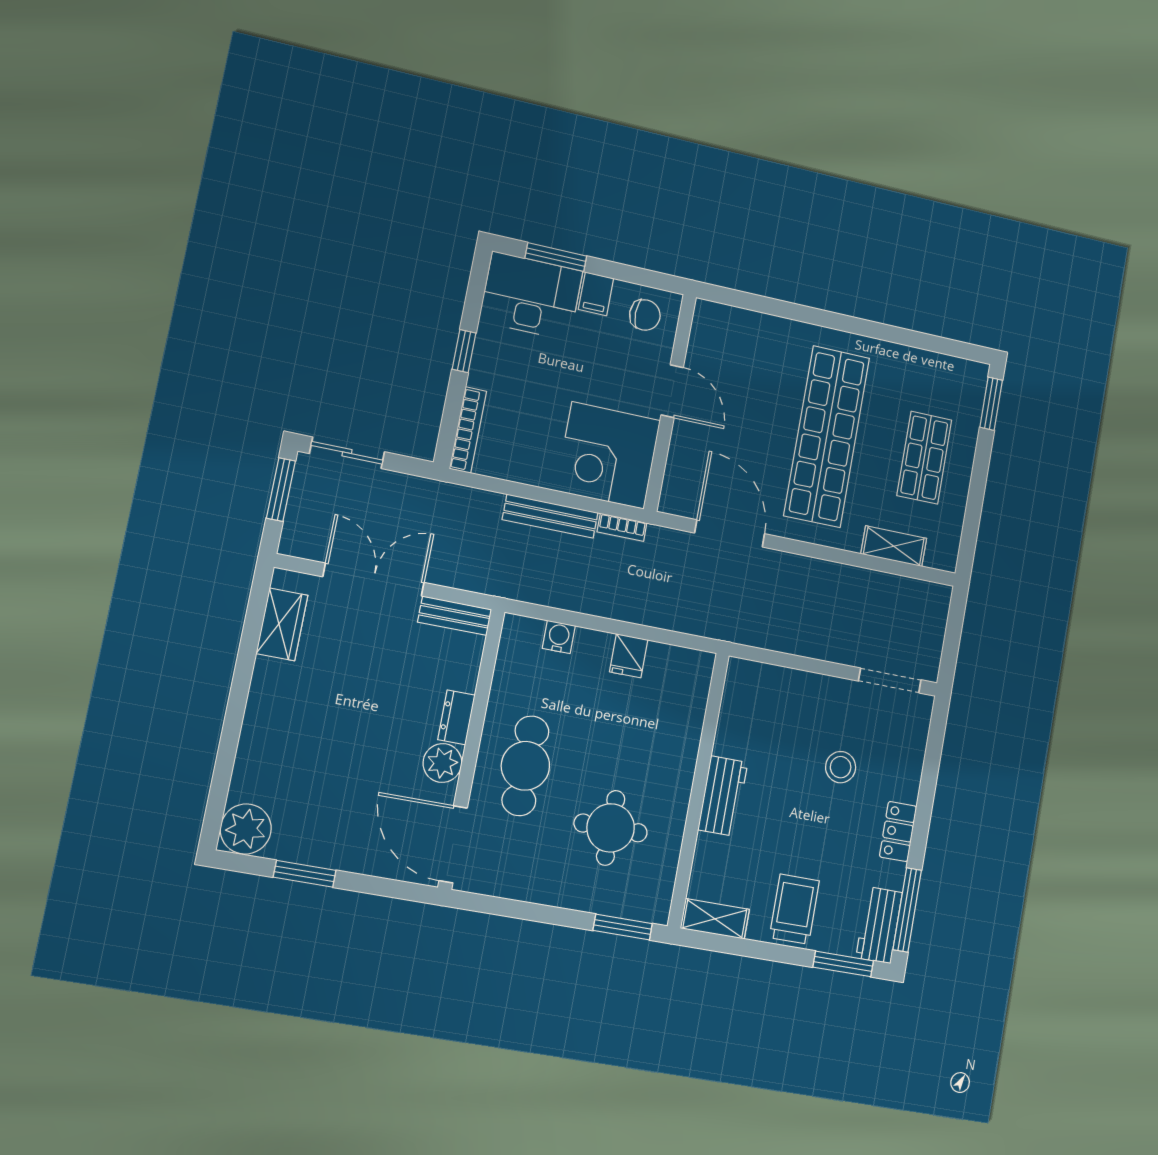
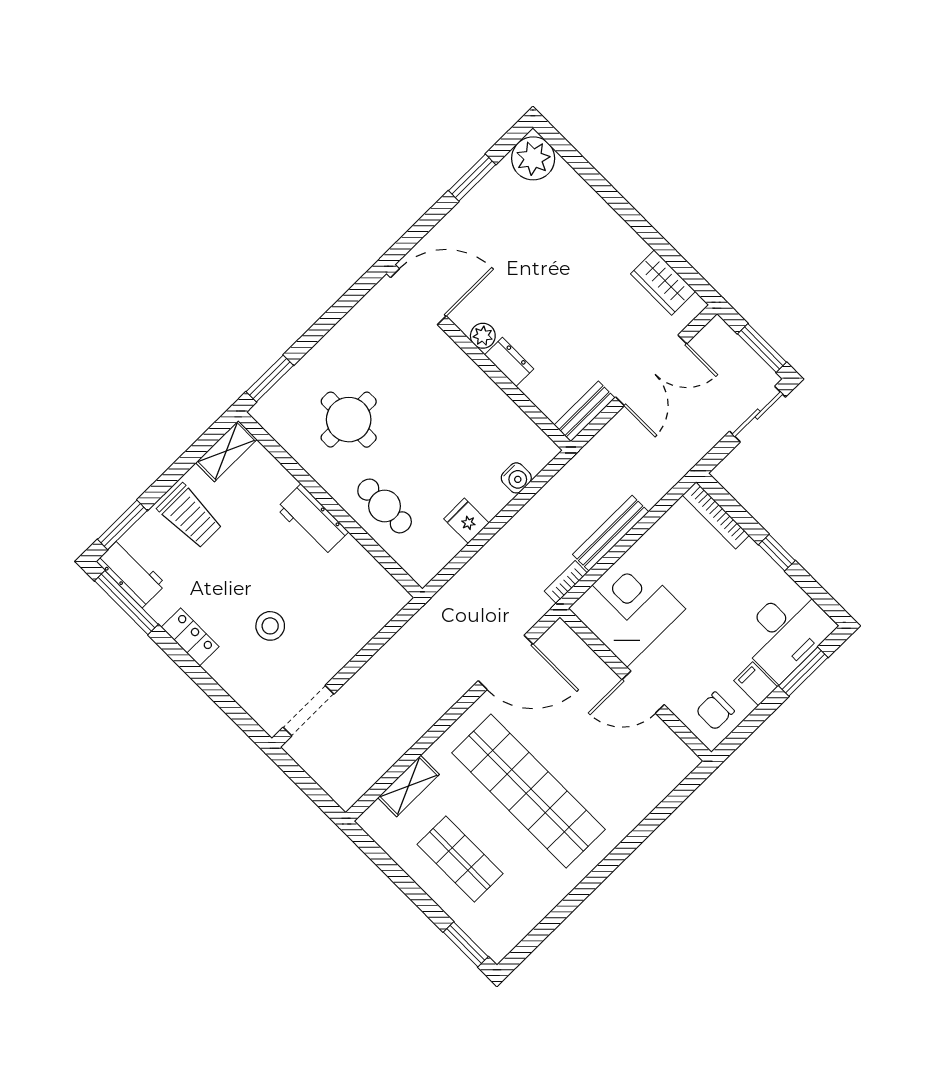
plant: (442, 763) -> (483, 336), width x0.73, depth x0.73
cafe table: (525, 766) -> (385, 506), moved, width x0.73, depth x0.74

